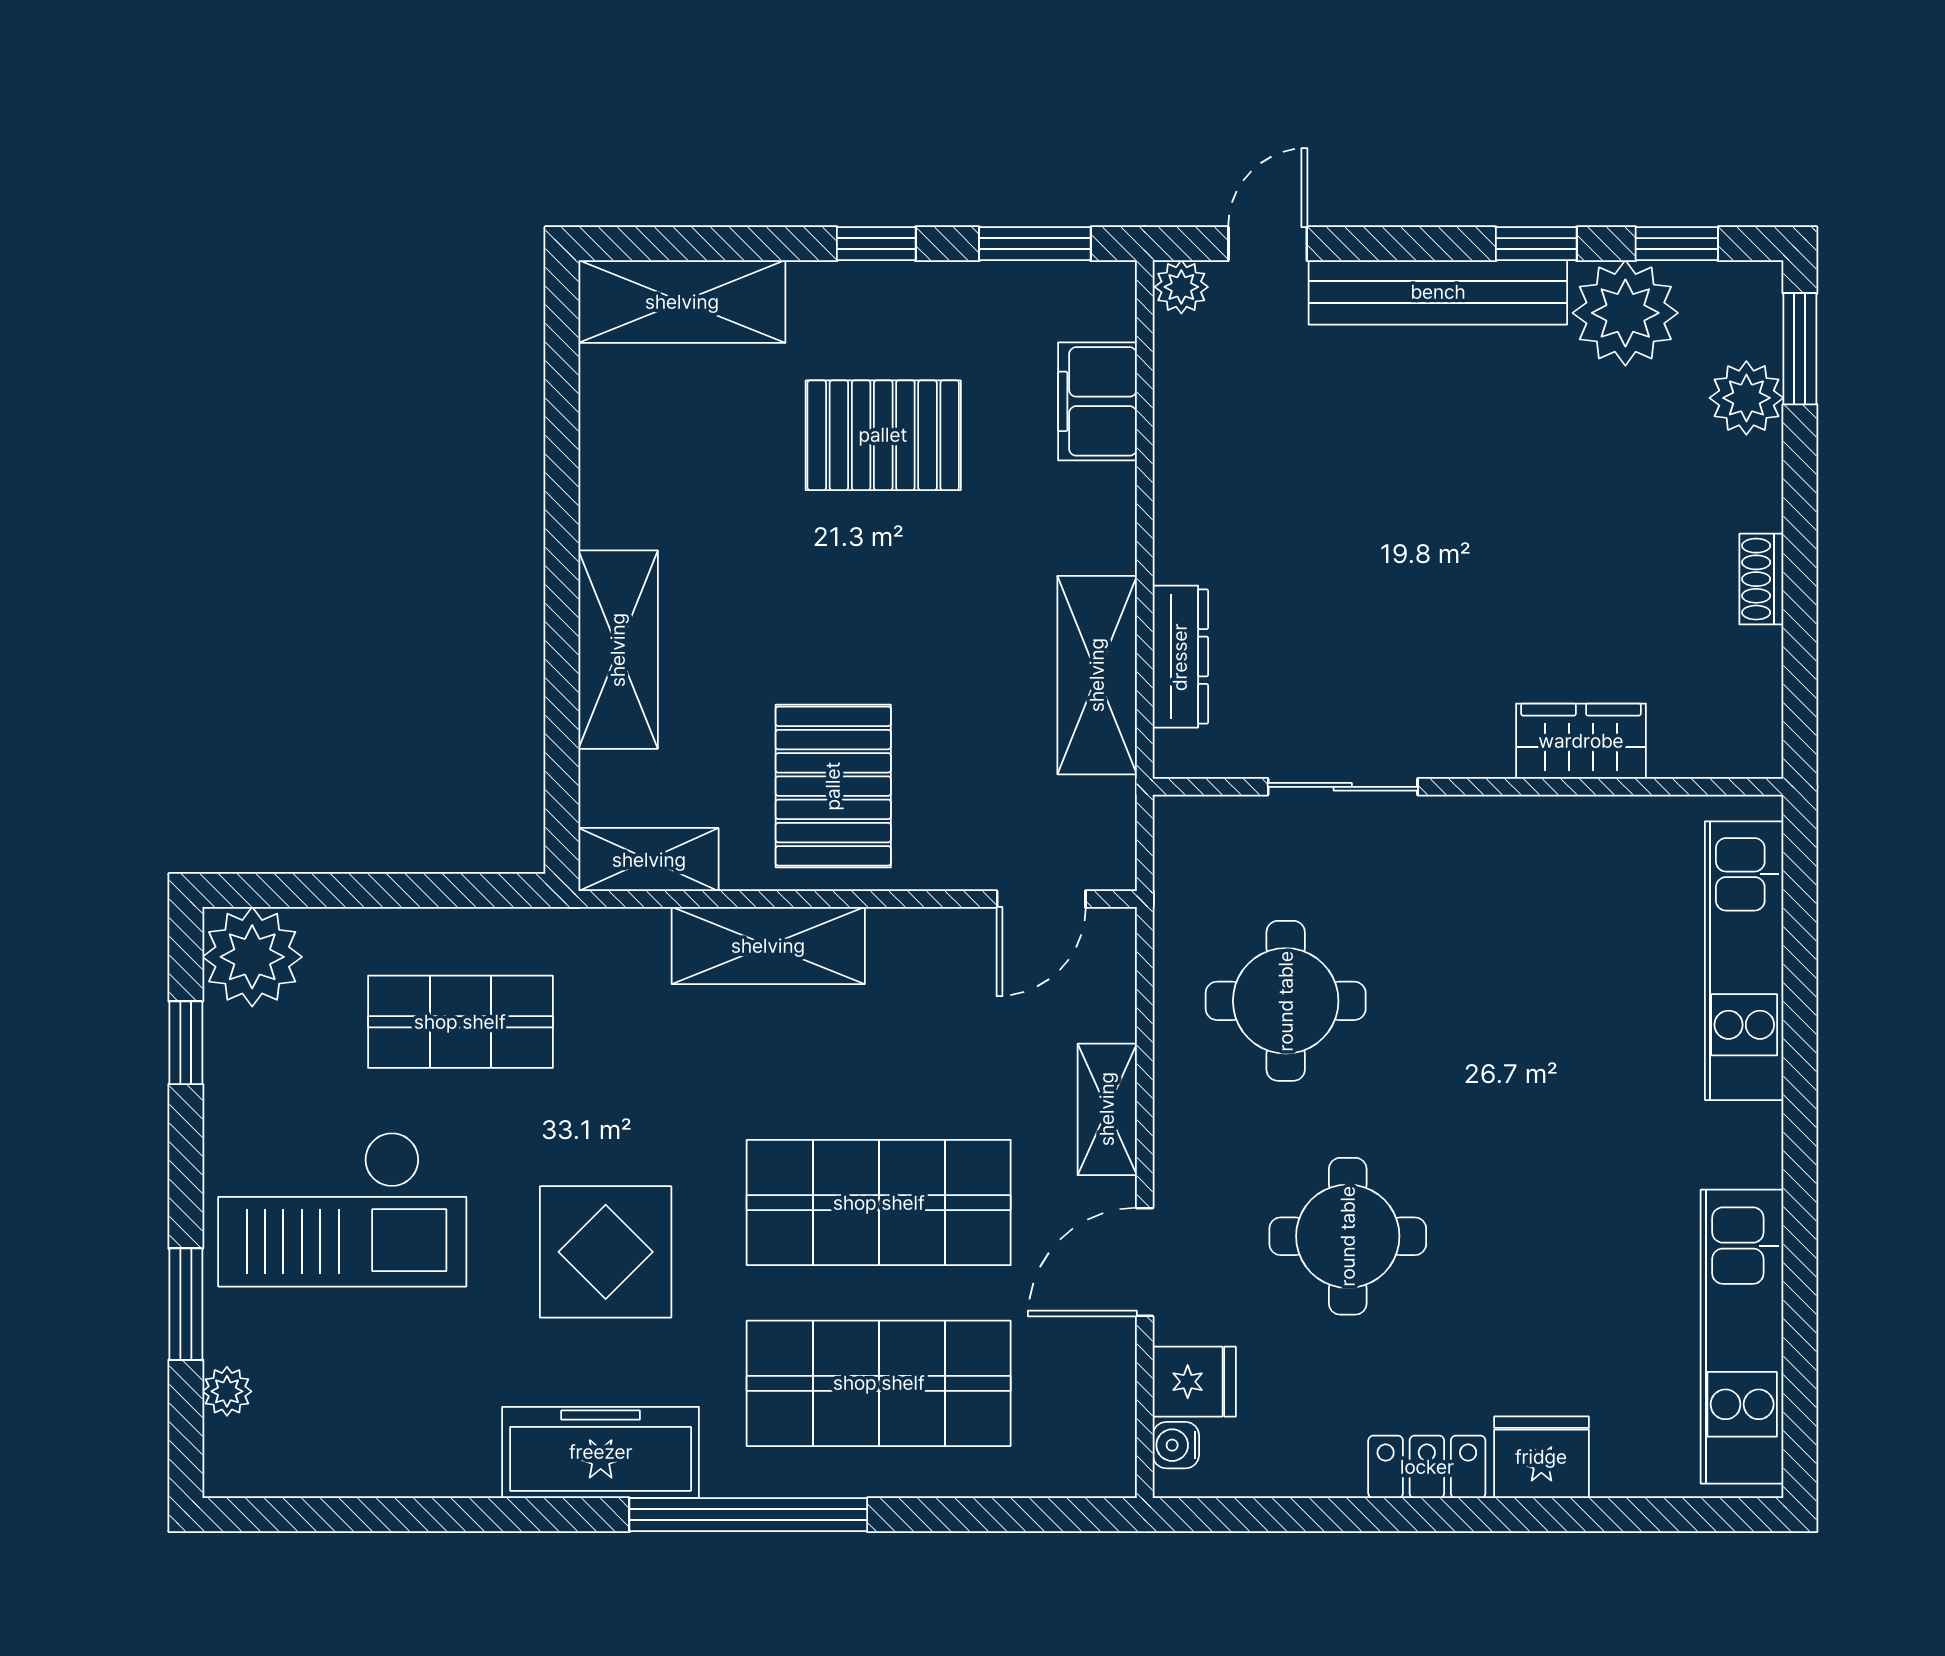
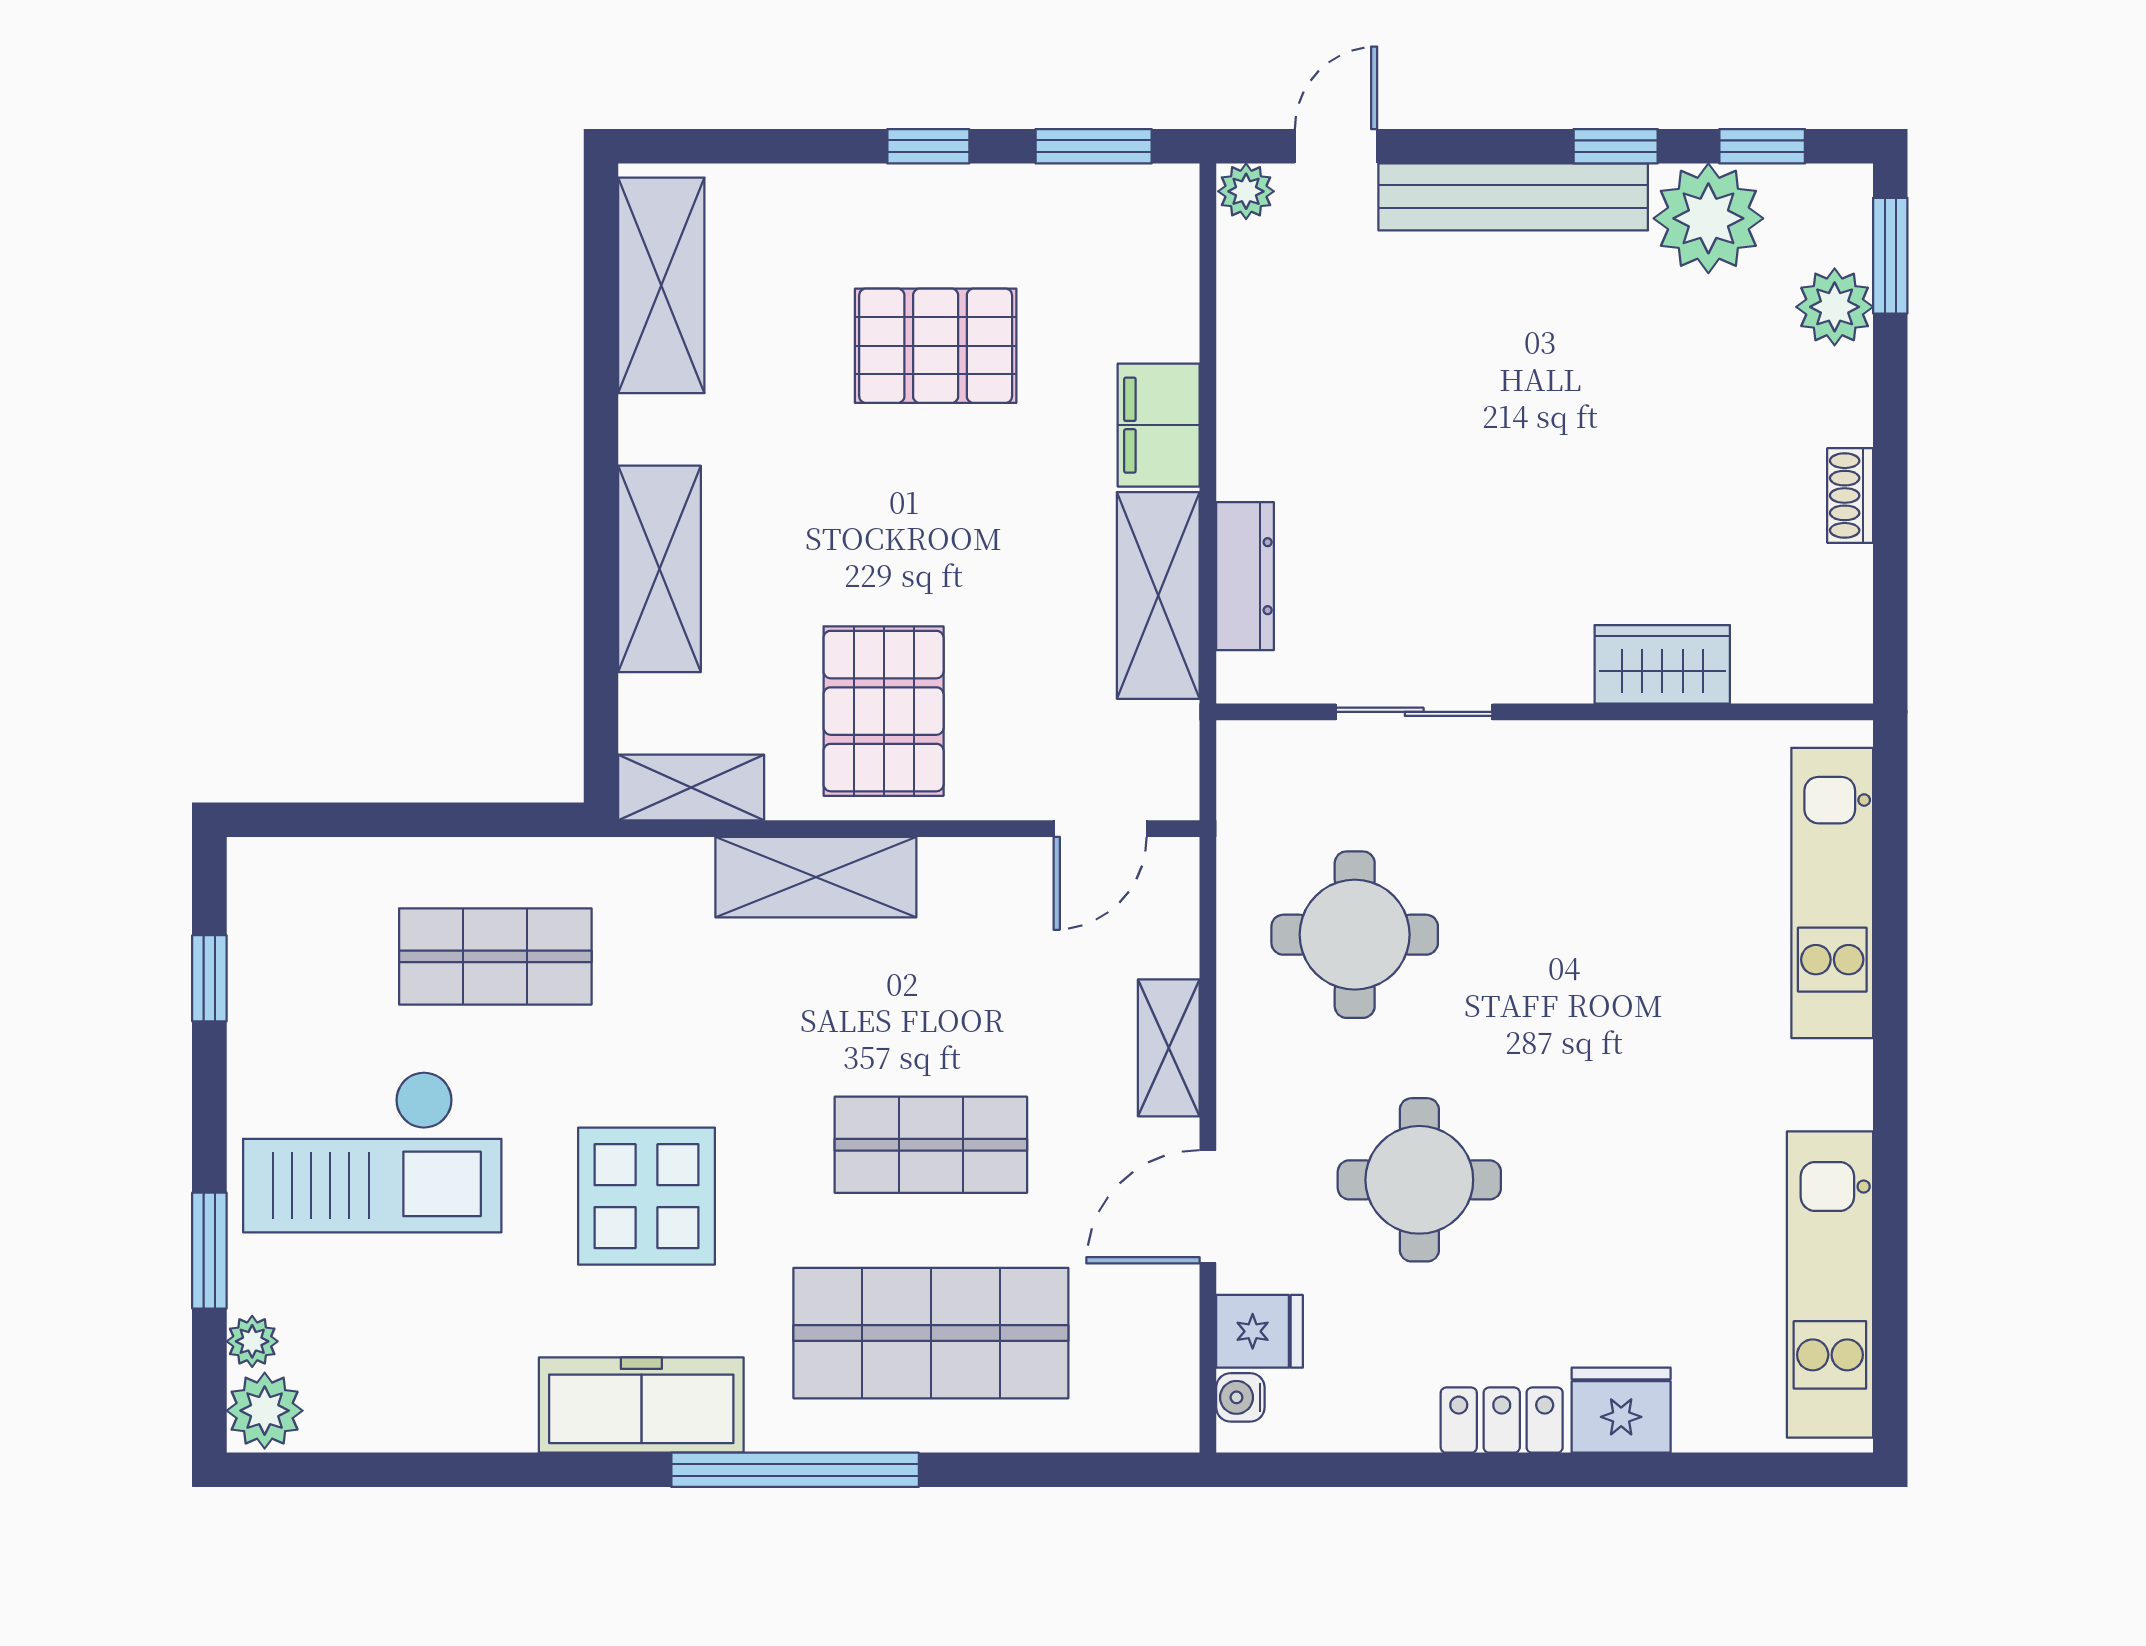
shelving: (682, 302) -> (661, 285), moved, turned 90
filing cabinet: (1097, 401) -> (1159, 425), moved
plant: (252, 957) -> (265, 1411), moved, width x0.73, depth x0.73
shop shelf: (879, 1203) -> (931, 1145), width x0.70, depth x0.74

